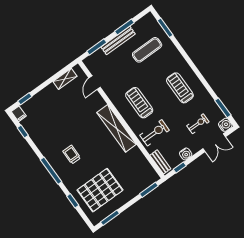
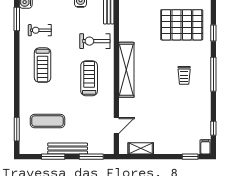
treadmill: (139, 103) -> (89, 78), turned 180
exercise bike: (198, 124) -> (40, 30), moved

